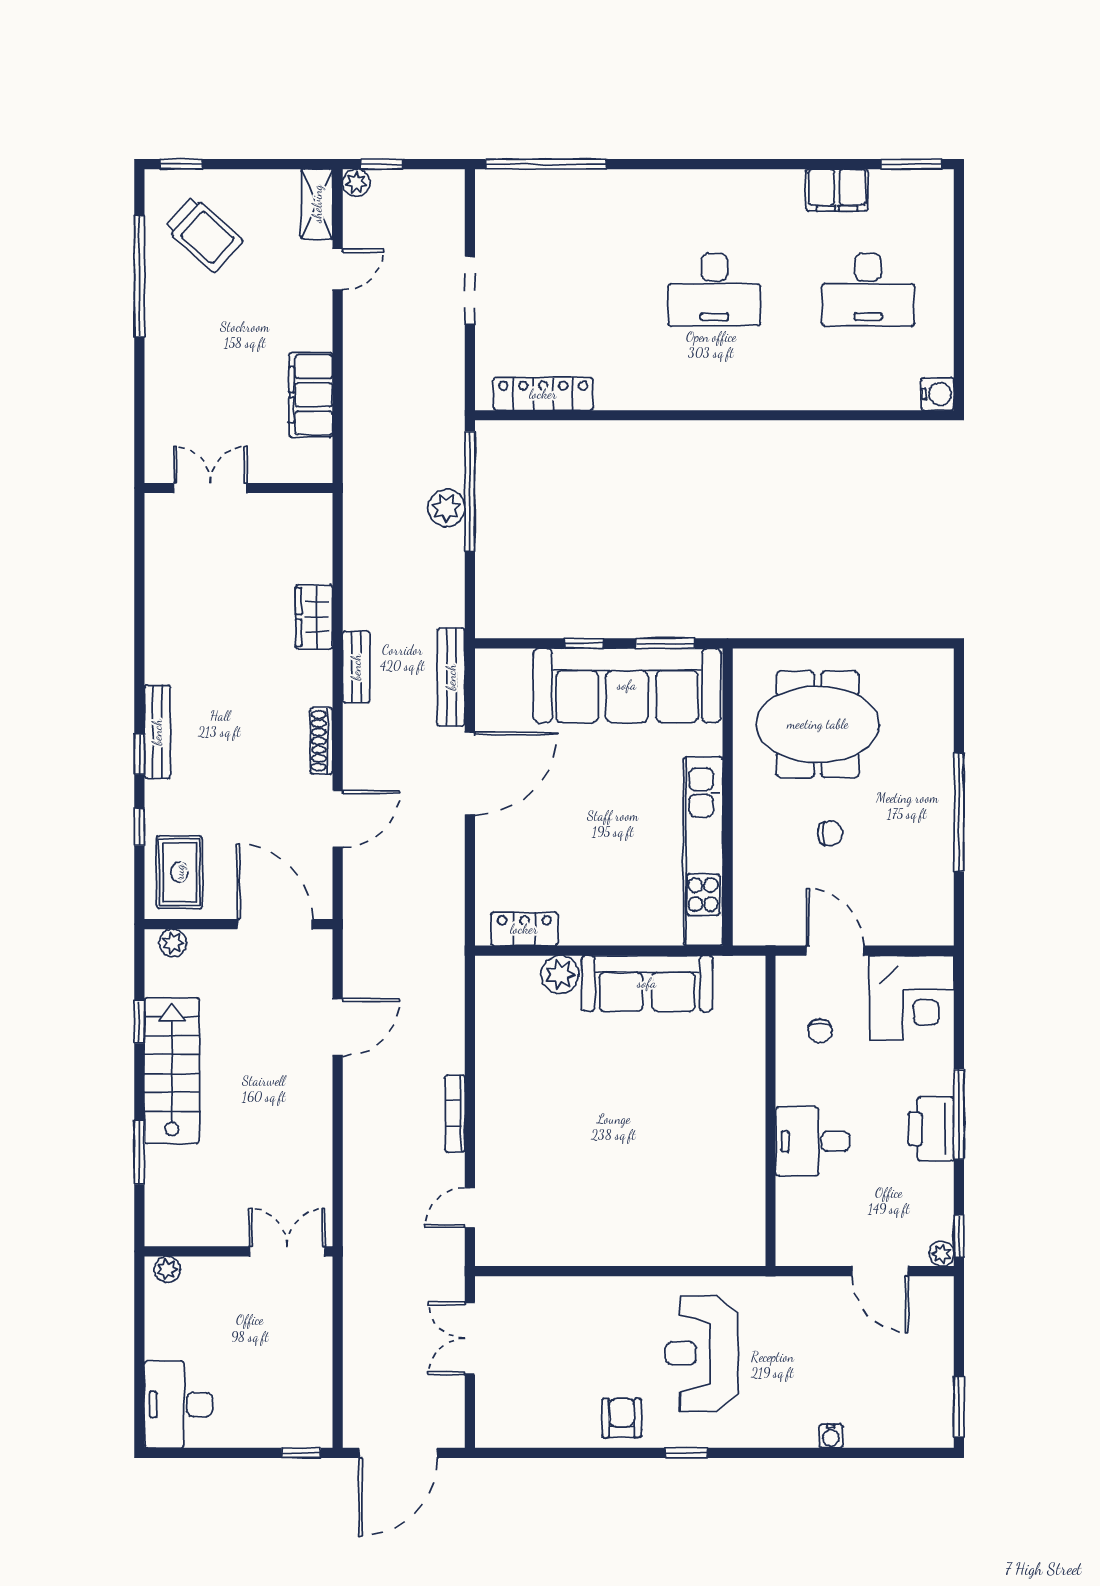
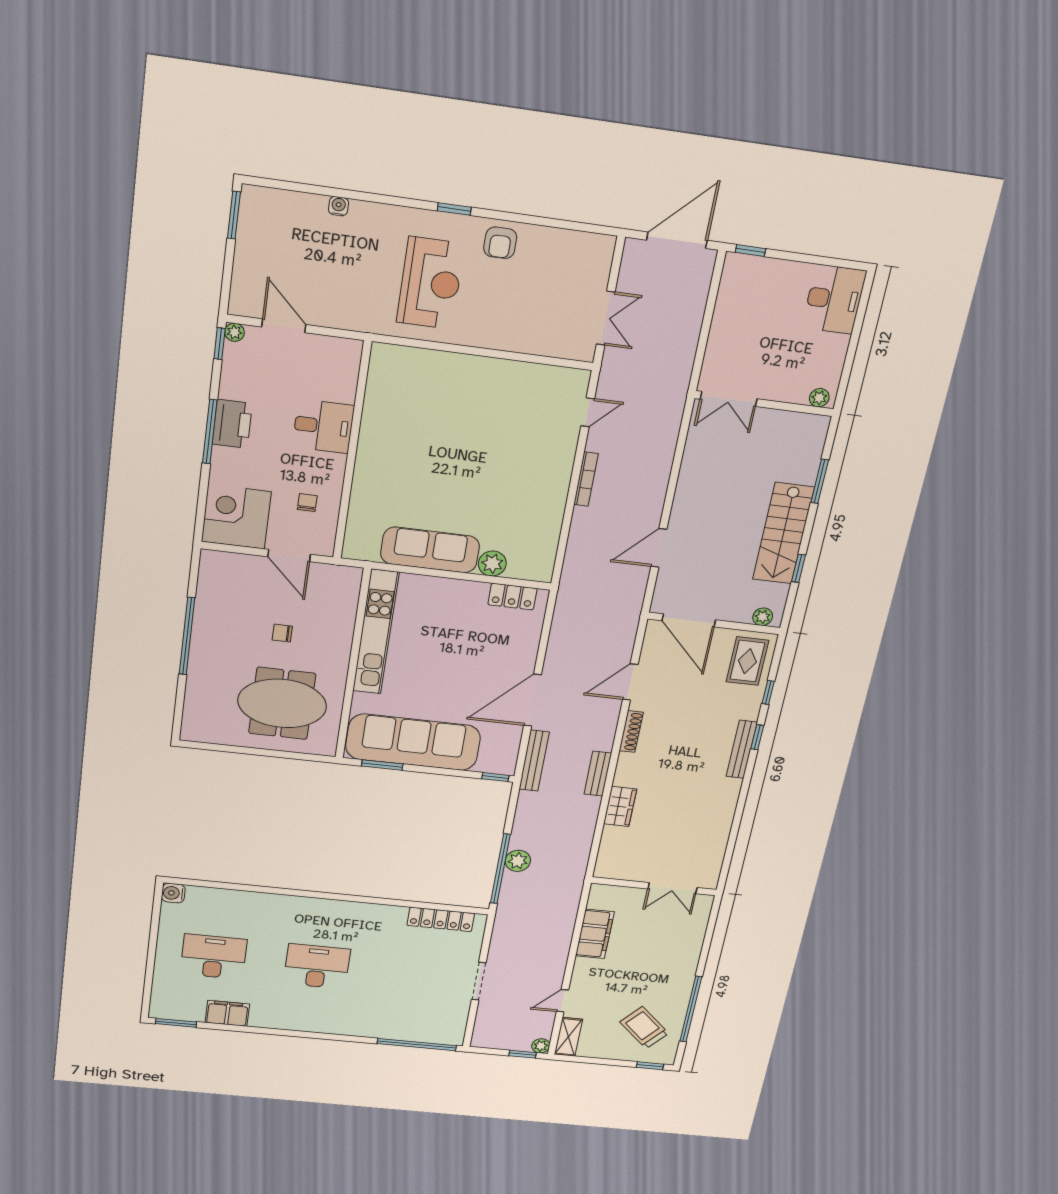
window: (584, 643) -> (495, 777), moved

